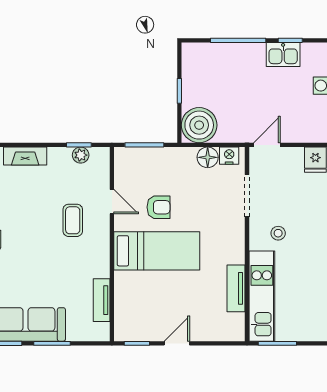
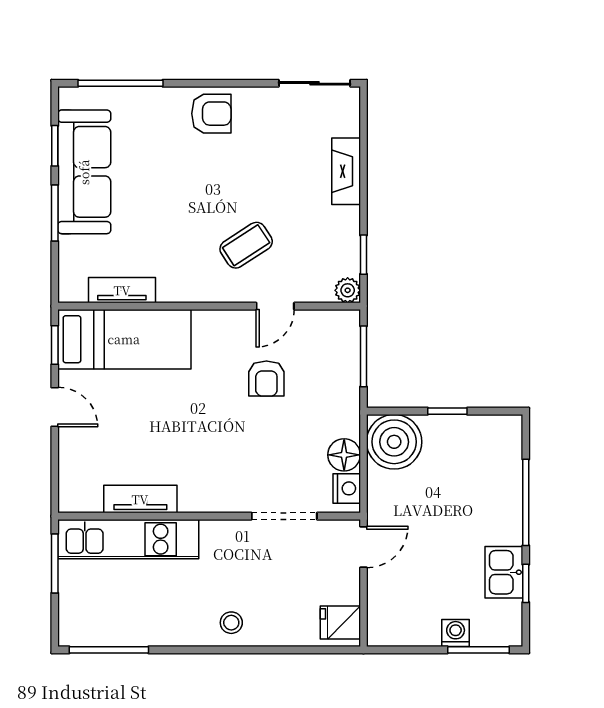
door: (267, 145) -> (363, 547), hinge flipped
plant: (81, 155) -> (348, 290), moved
coffee table: (73, 220) -> (246, 245), turned -33
stool: (278, 233) -> (231, 623), moved
bed: (157, 251) -> (124, 339), moved, turned -90

